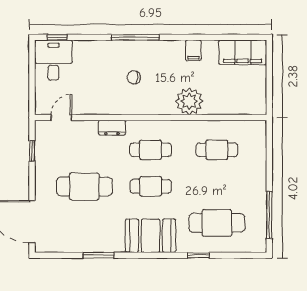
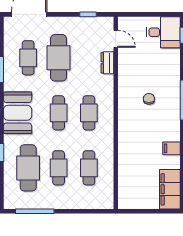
plant: (189, 101) -> (129, 145), removed
dresser: (112, 128) -> (107, 63), moved
cafe table: (217, 186) -> (59, 168), added
cafe table: (84, 223) -> (28, 58), added

